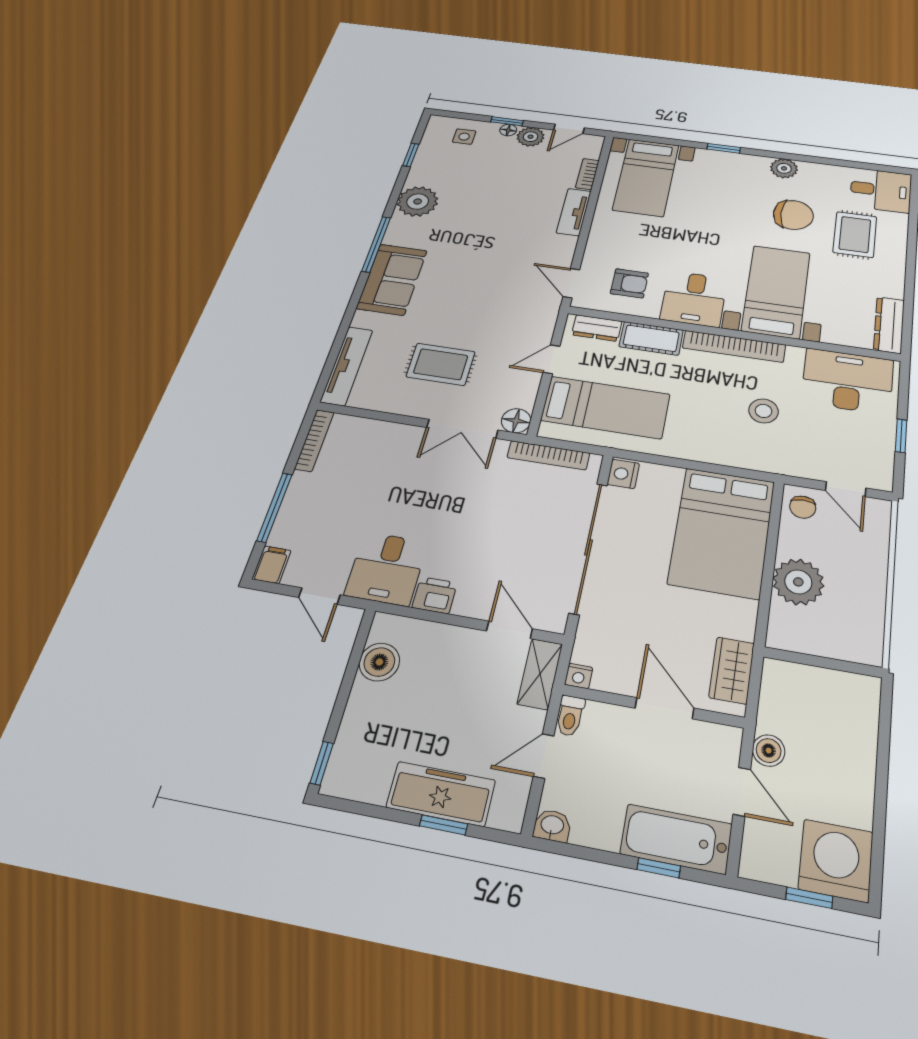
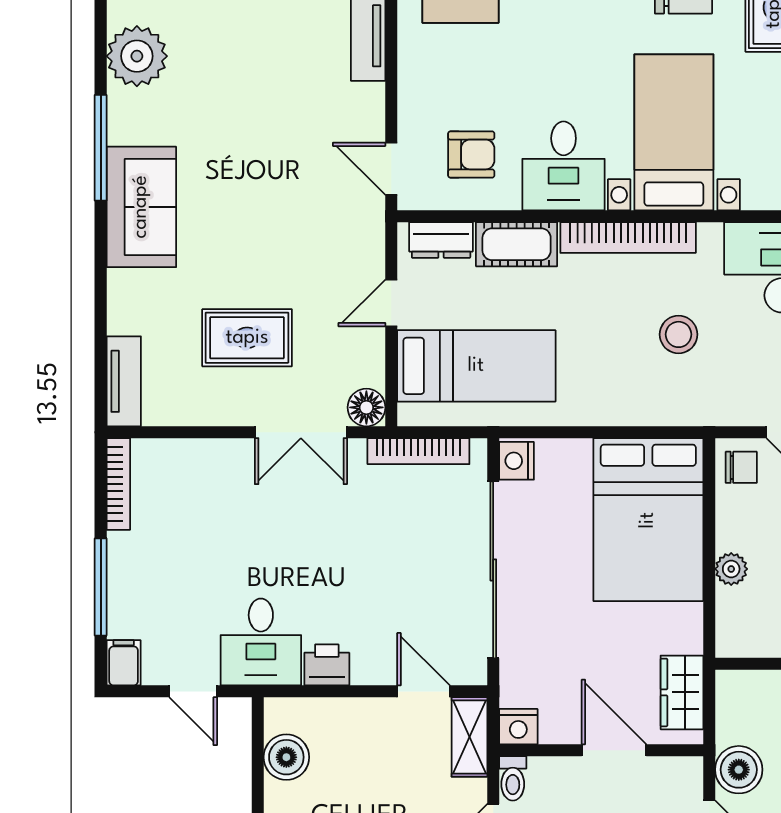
tv unit: (347, 366) -> (124, 381), width x0.71
chair: (803, 507) -> (741, 467), turned -90
plant: (798, 582) -> (731, 569), width x0.53, depth x0.53
nightstand: (579, 676) -> (518, 727), width x1.39, depth x1.35
boiler: (769, 751) -> (739, 770), width x1.36, depth x1.36

